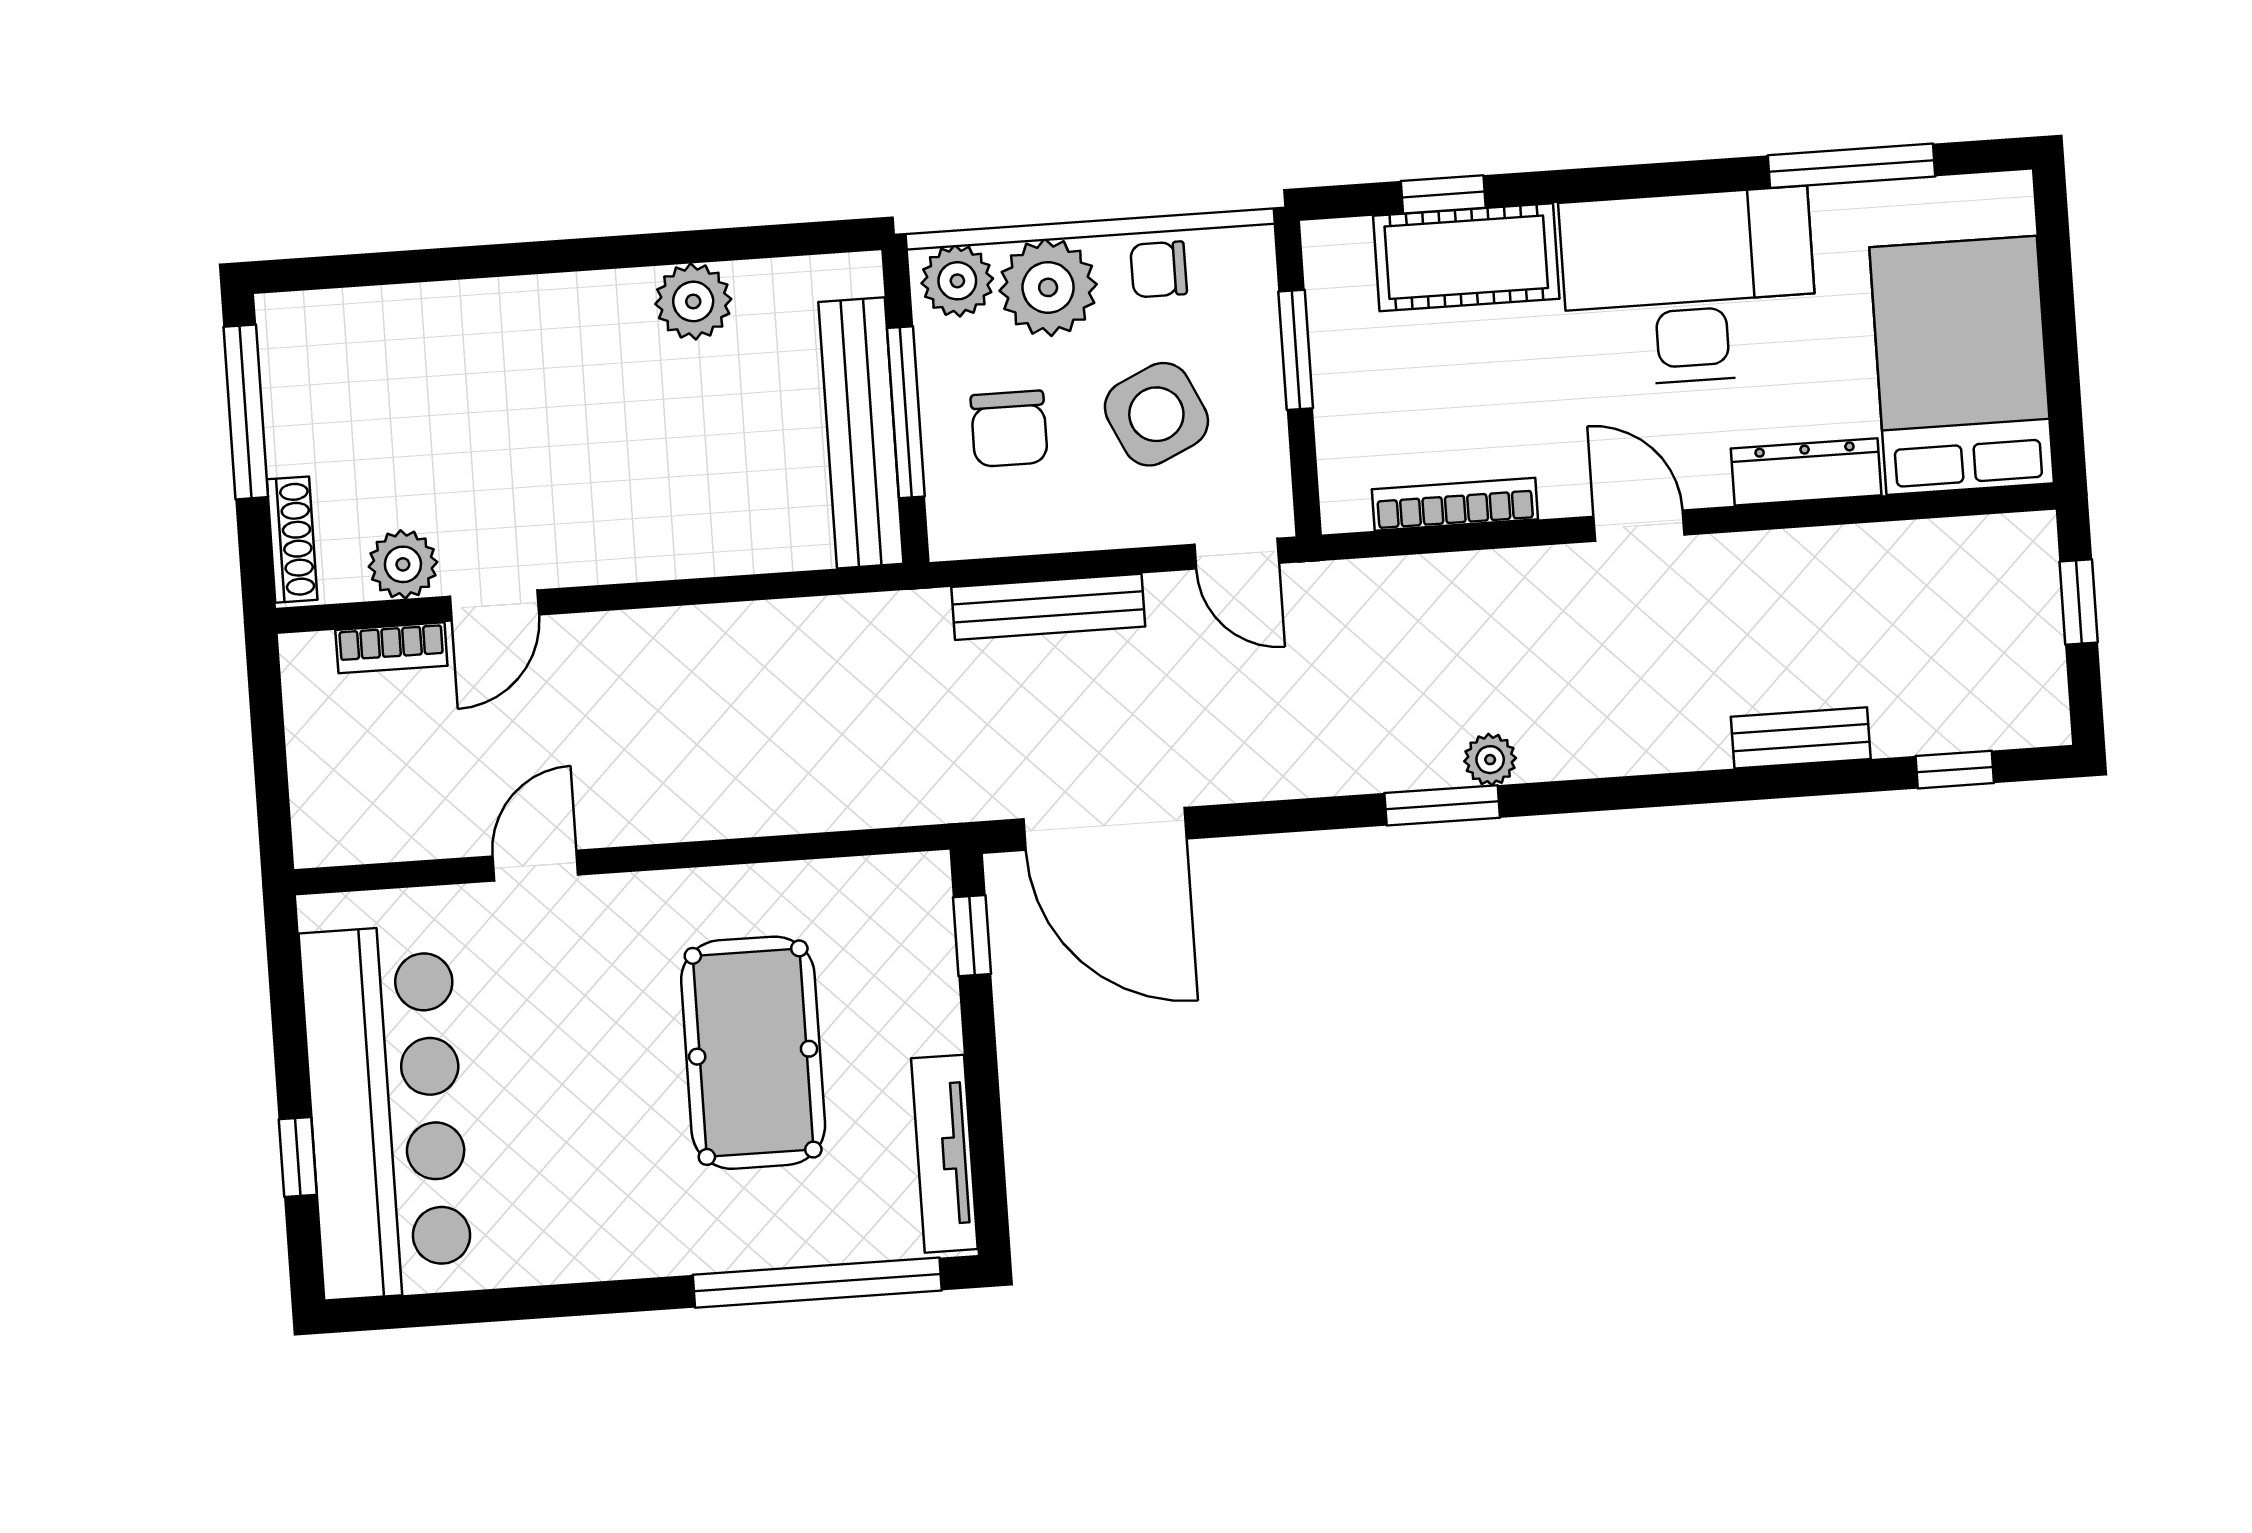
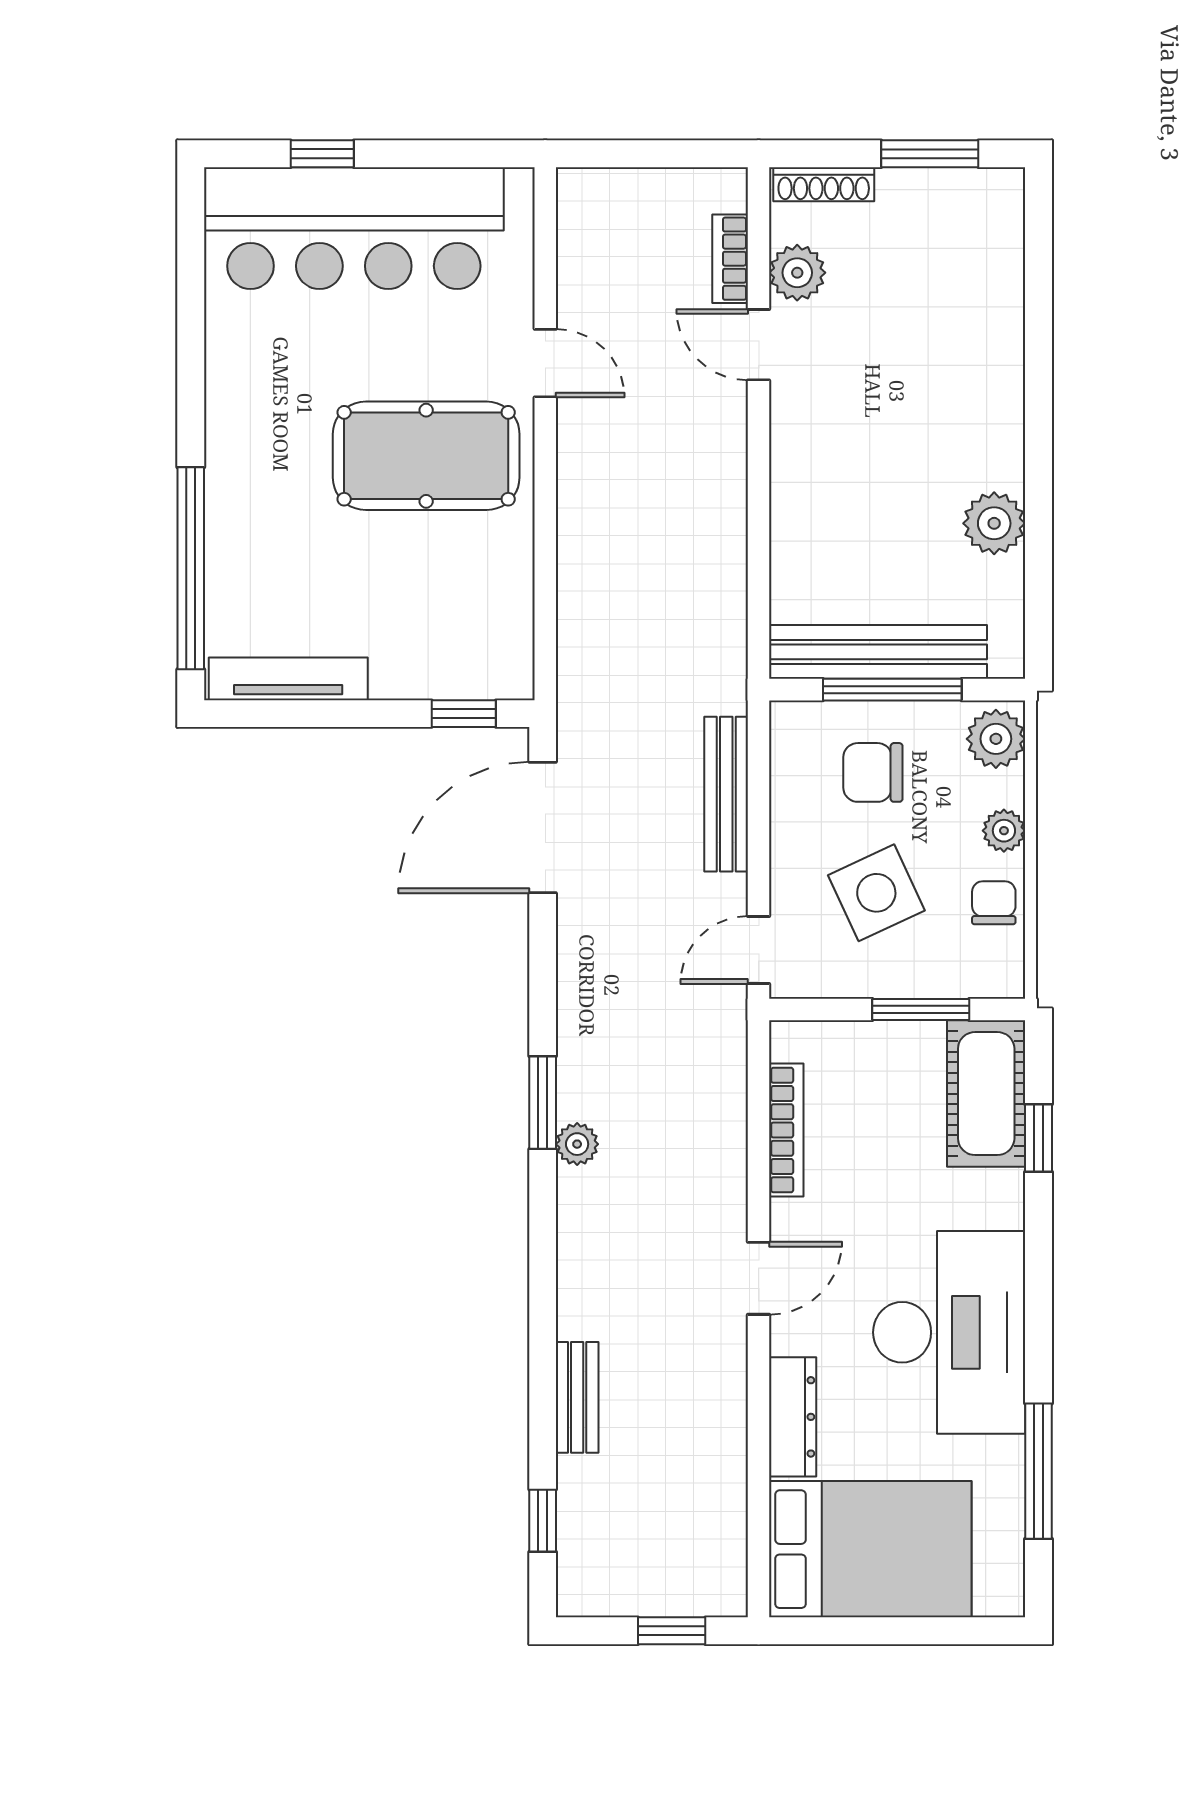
cot: (1466, 257) -> (986, 1094), moved
plant: (1048, 287) -> (1004, 831), width x0.53, depth x0.53
window: (246, 412) -> (930, 154), width x0.69
pool table: (753, 1053) -> (426, 456), moved

